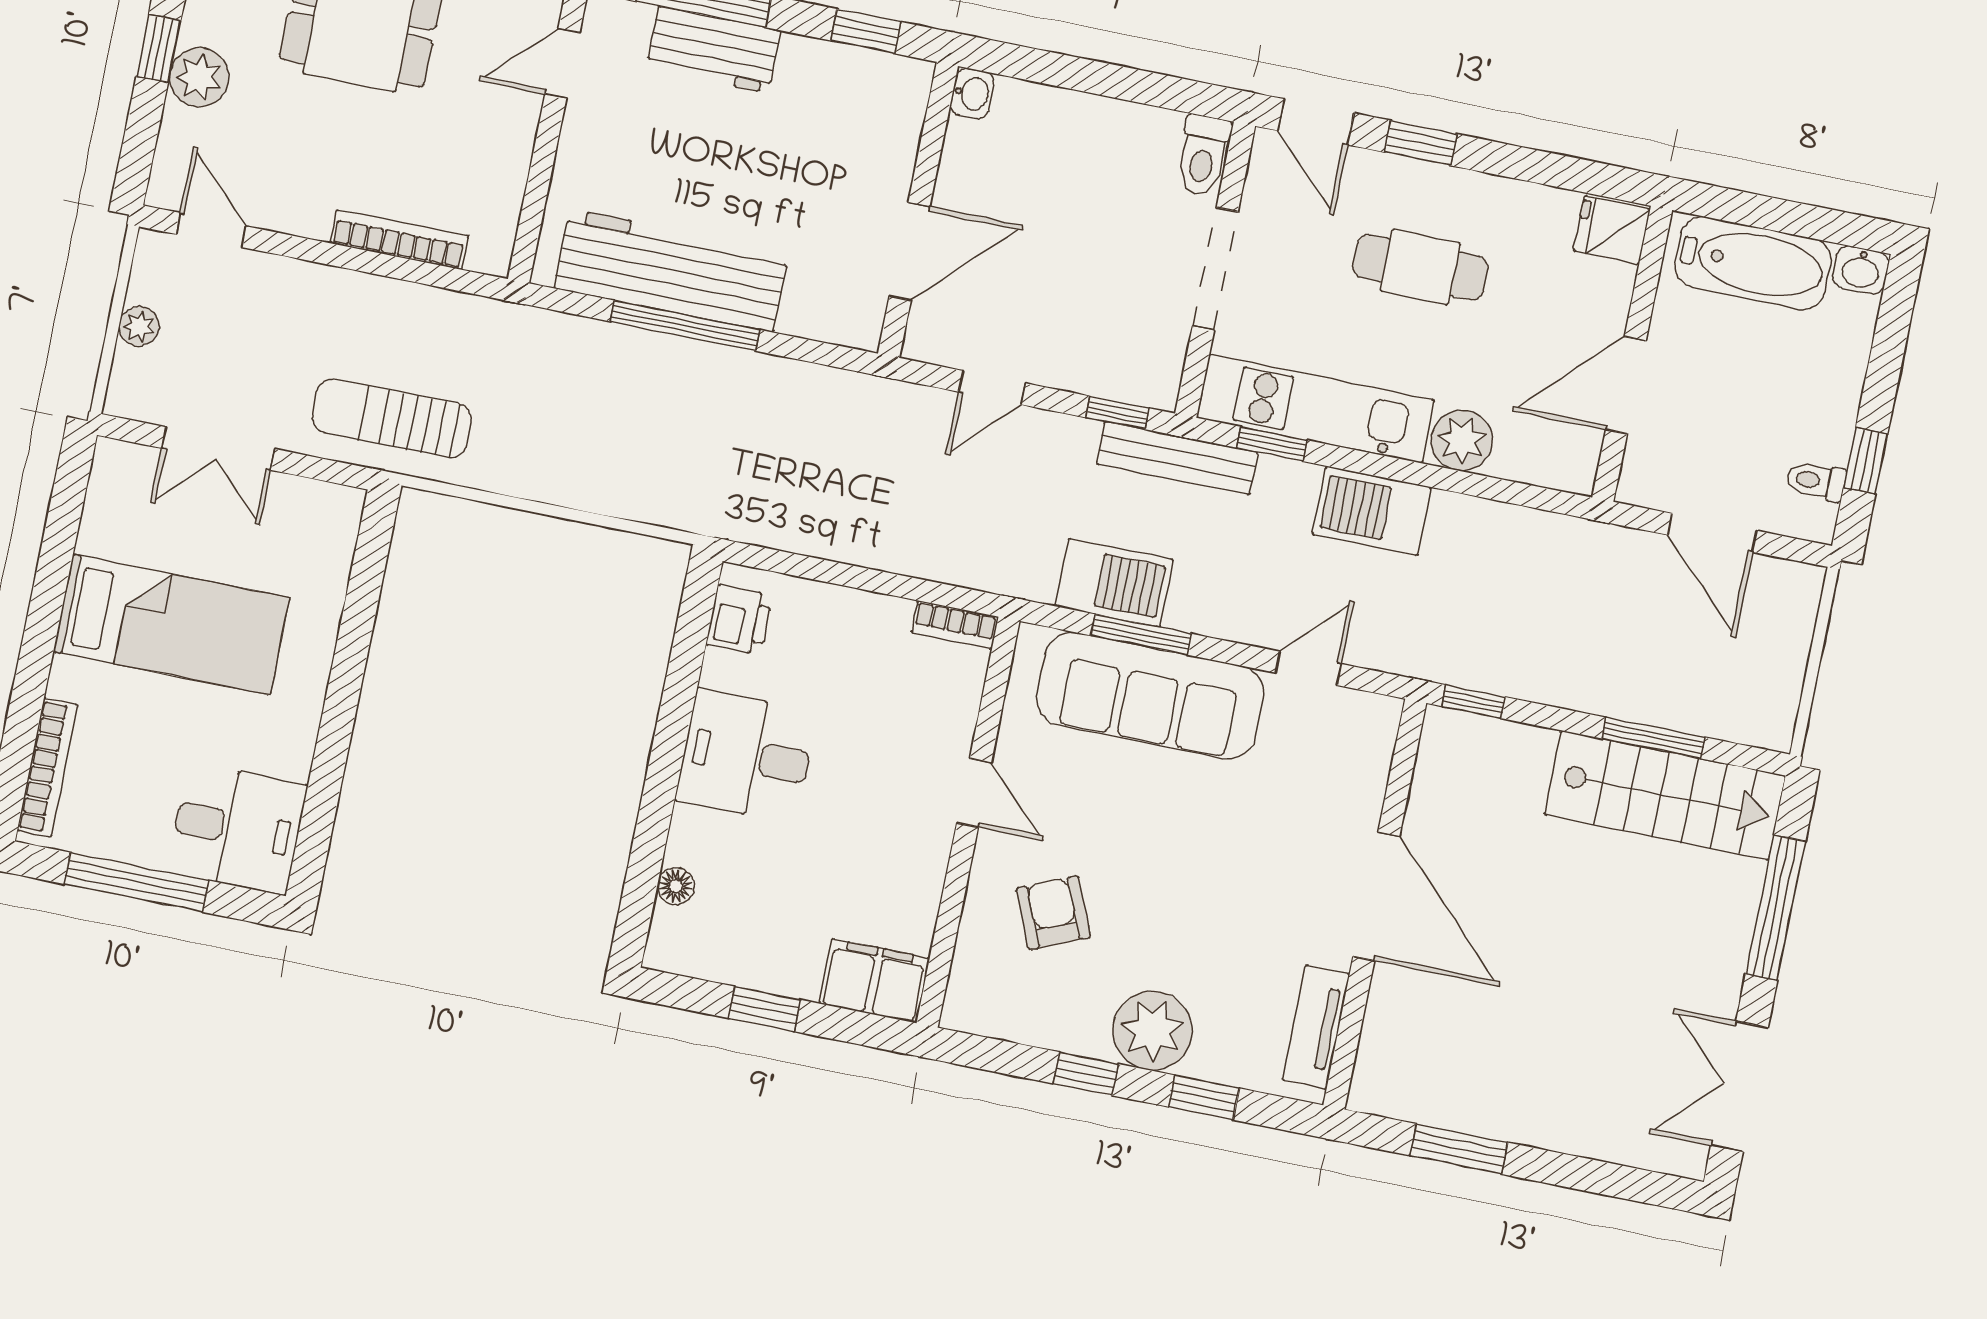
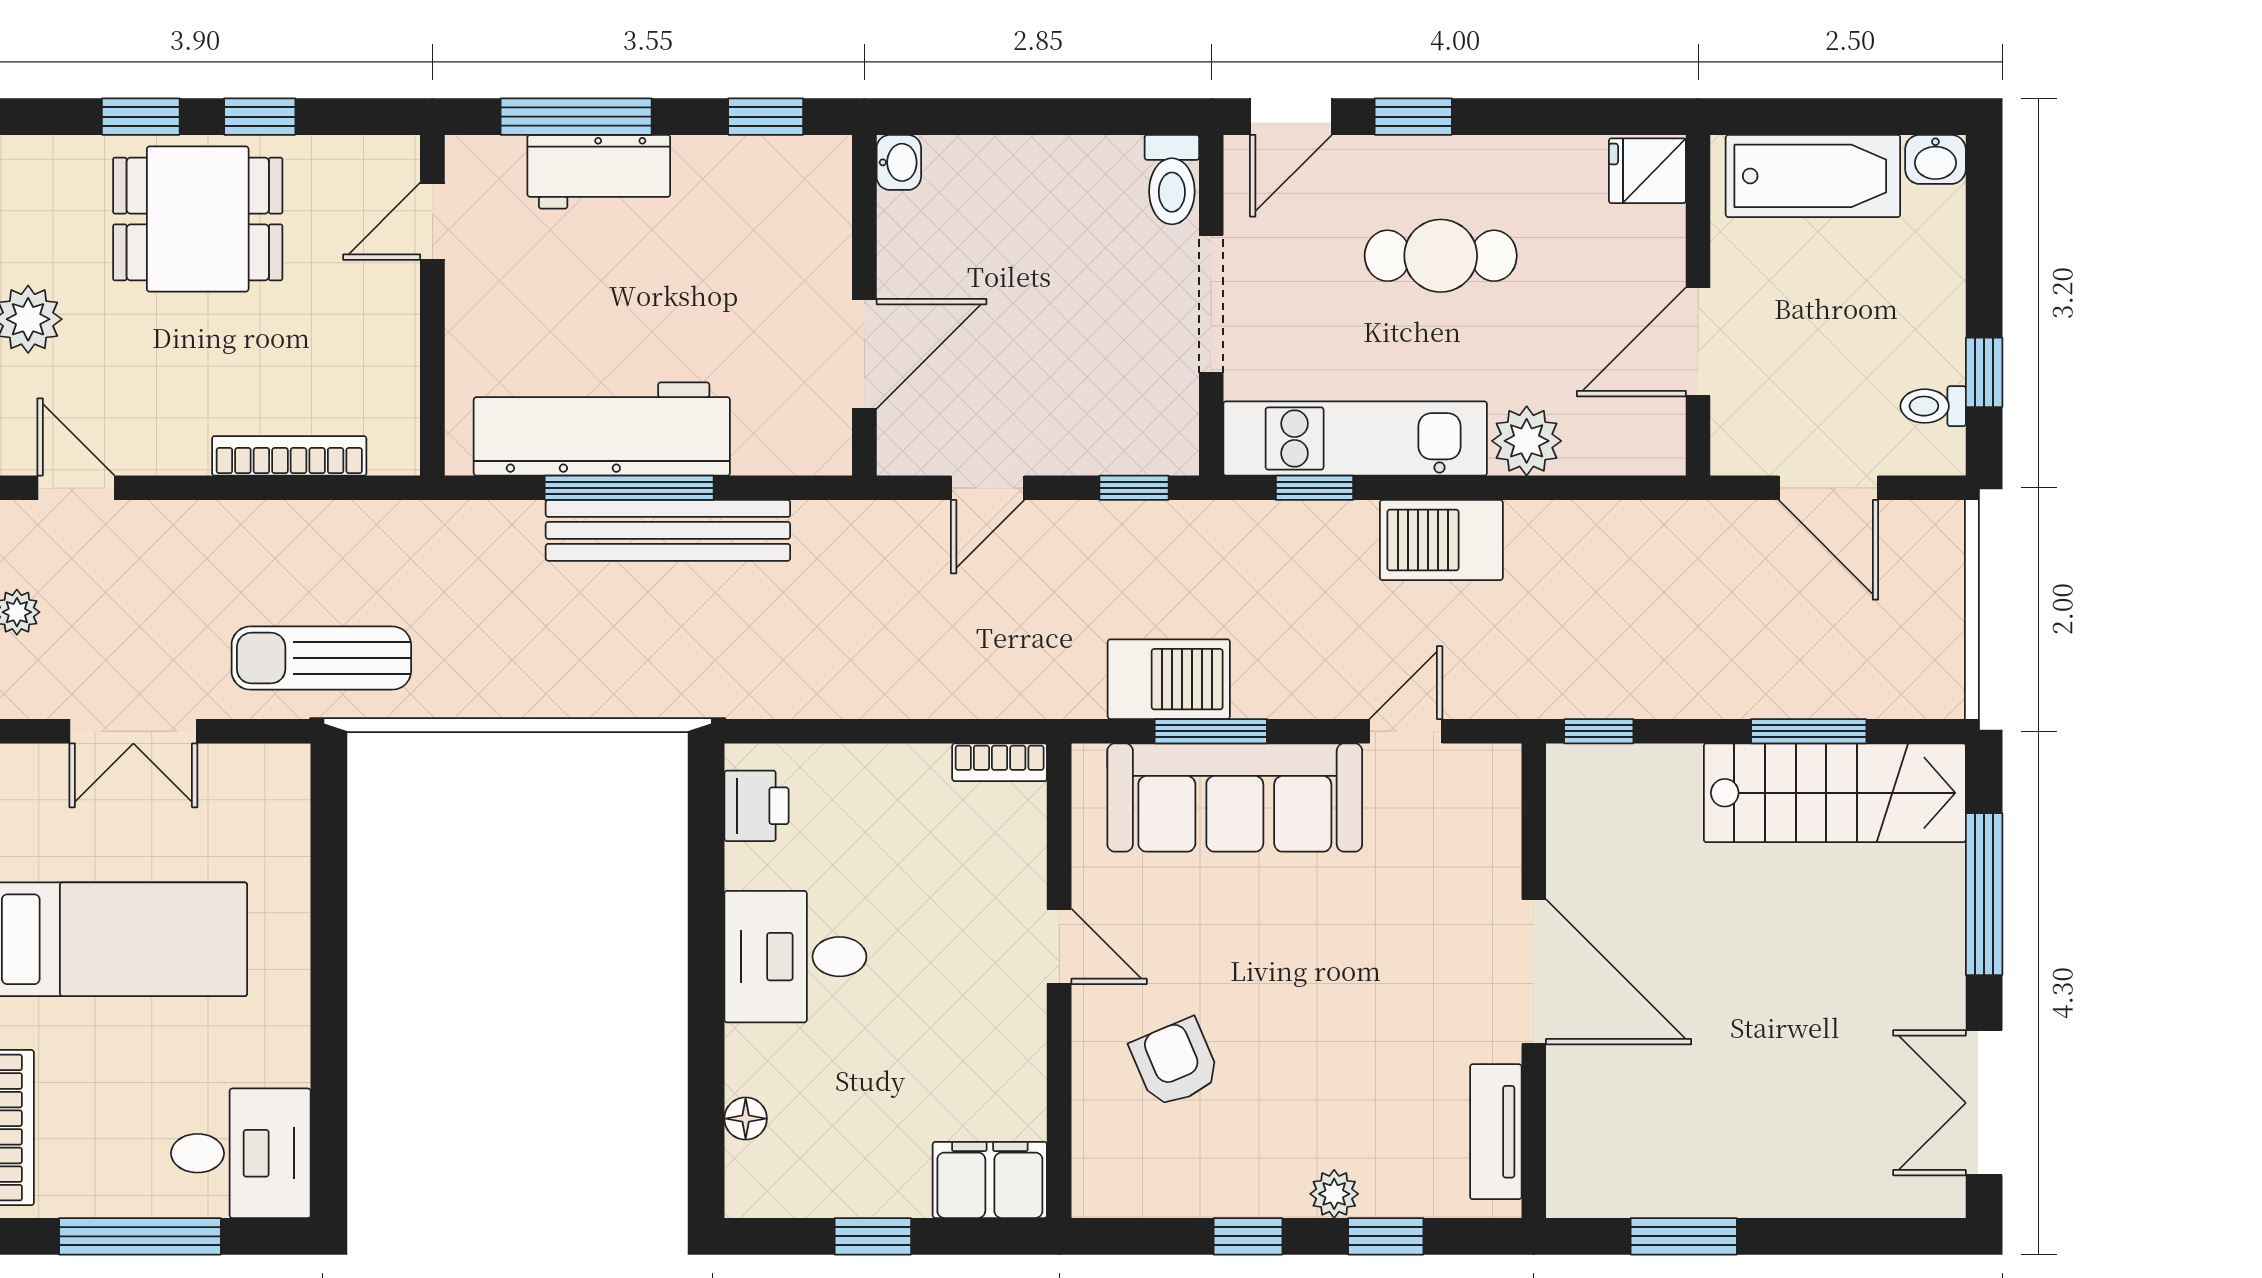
door: (1316, 122) -> (1291, 117), hinge flipped
bench: (1177, 458) -> (668, 530), moved, width x1.37, depth x1.21
plant: (1152, 1030) -> (1334, 1194), width x0.53, depth x0.53

